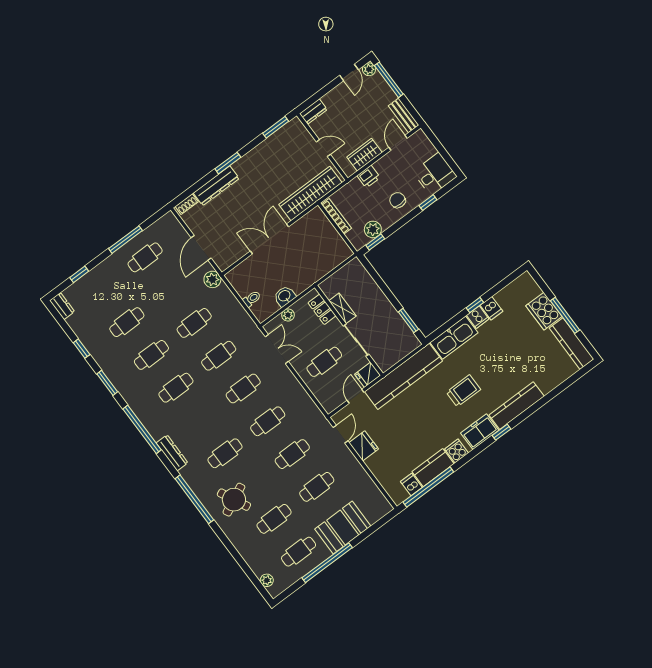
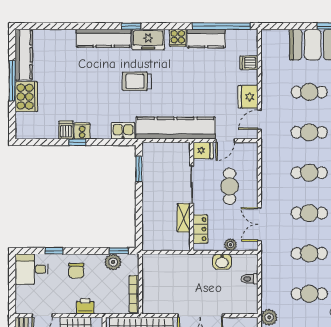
kitchen sink: (454, 338) -> (123, 131), width x0.53, depth x0.81
cafe table: (324, 362) -> (230, 186), turned 90
dishwasher: (411, 484) -> (249, 63), moved, turned 90

